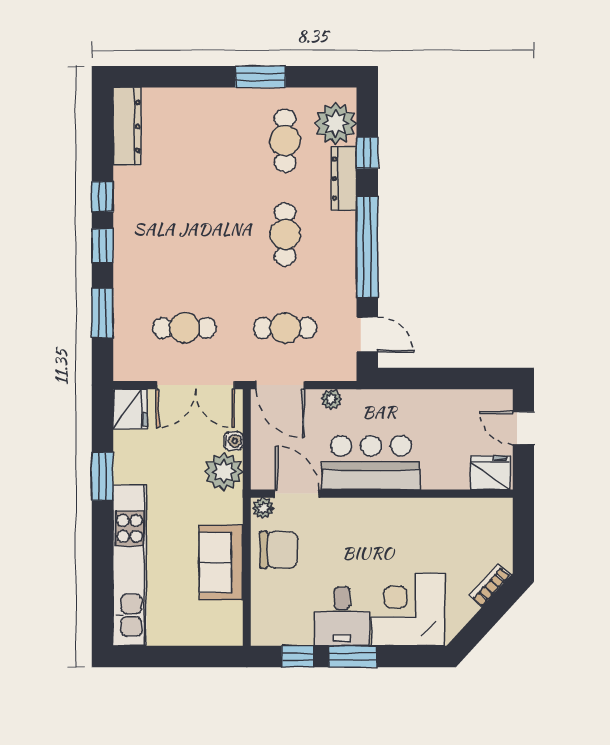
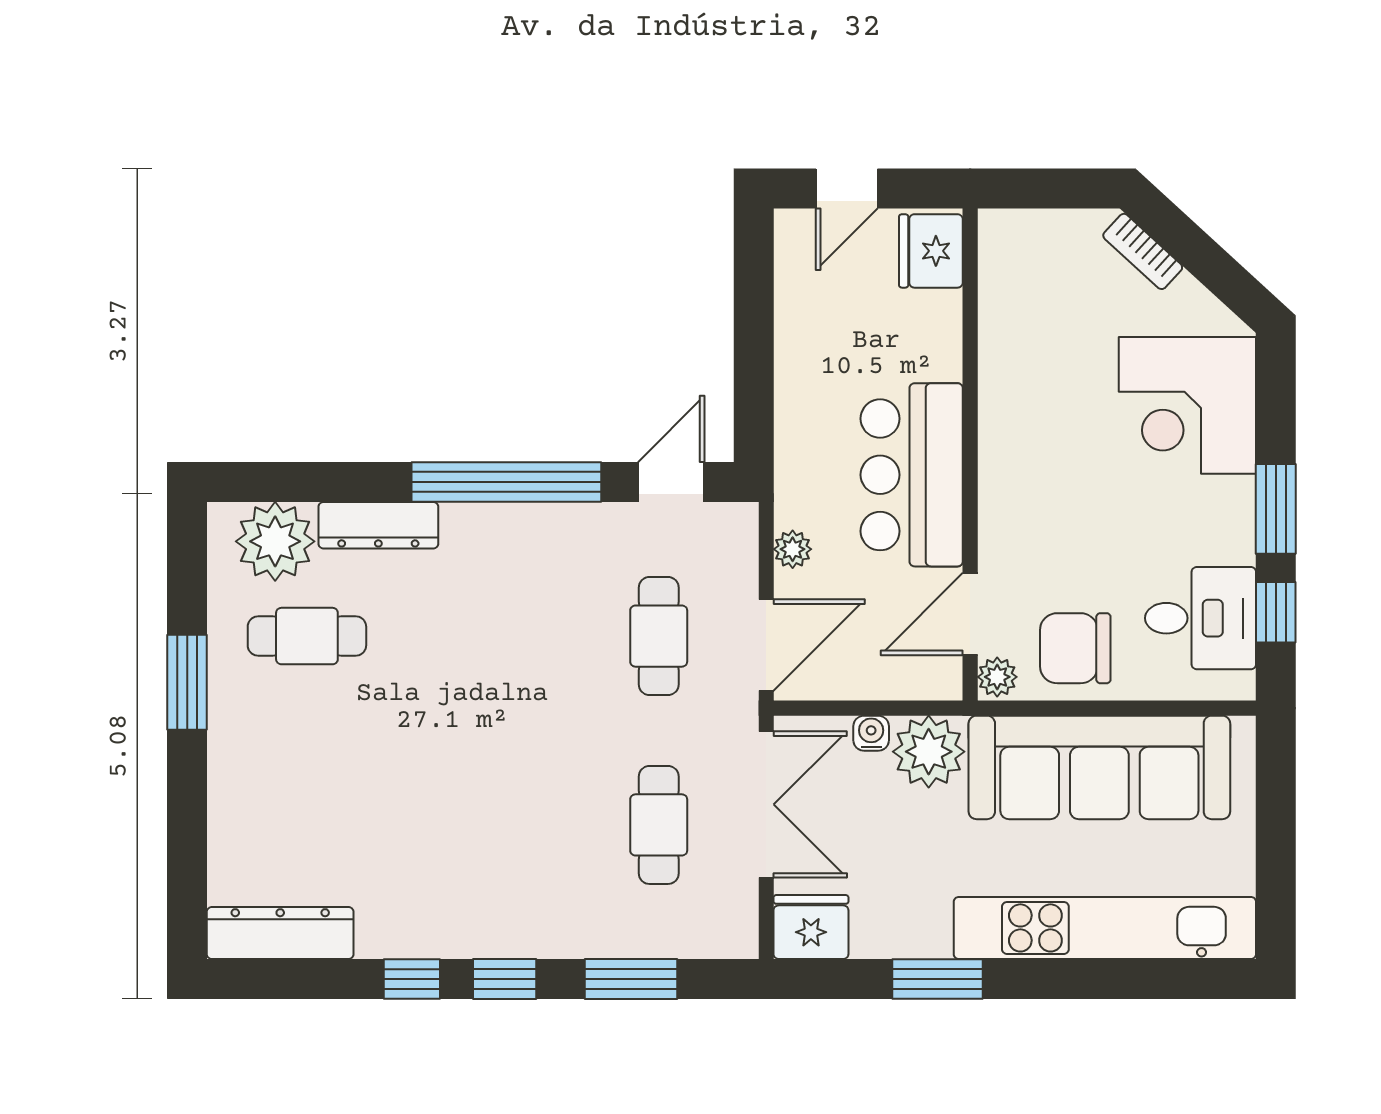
window: (367, 153) -> (330, 482), removed
cafe table: (285, 234) -> (483, 636), removed
chair: (279, 550) -> (1075, 648), turned -90
sofa: (221, 563) -> (1099, 767), width x1.85, depth x1.27
desk: (342, 616) -> (1201, 618), moved

